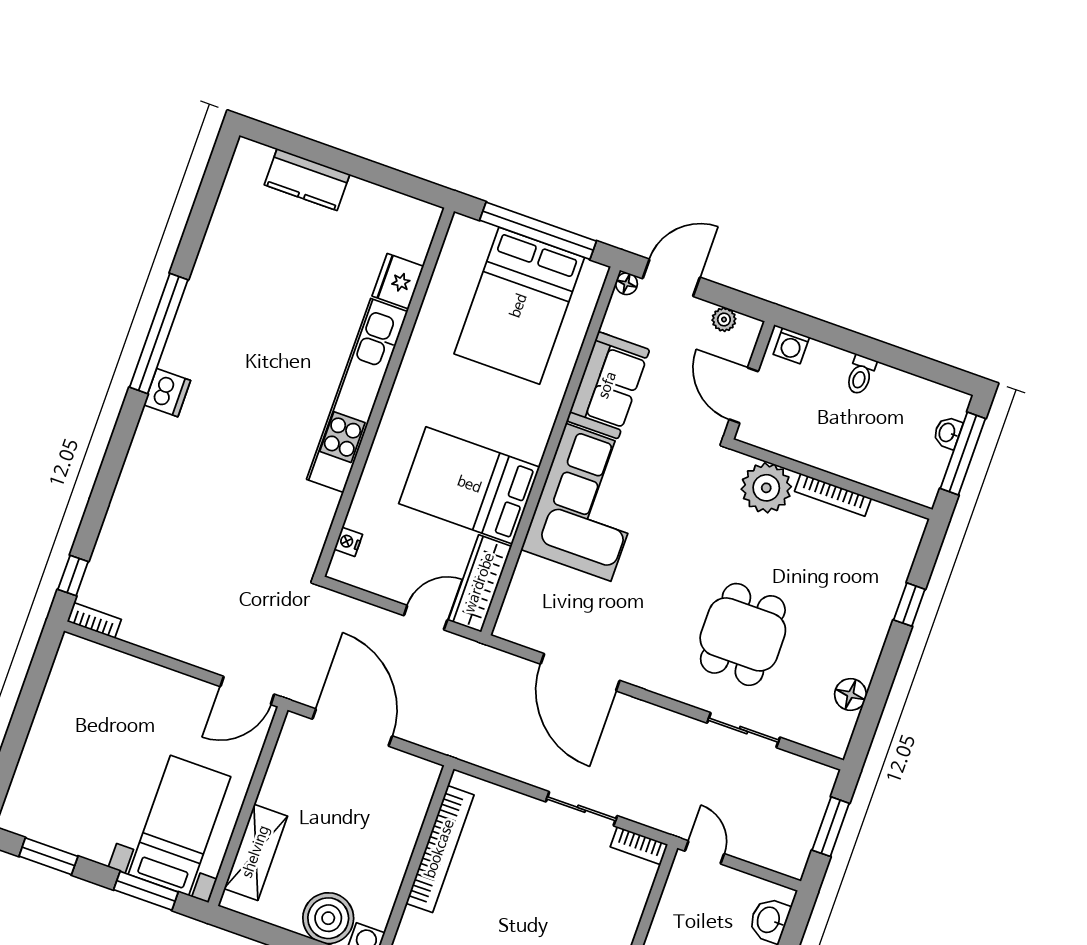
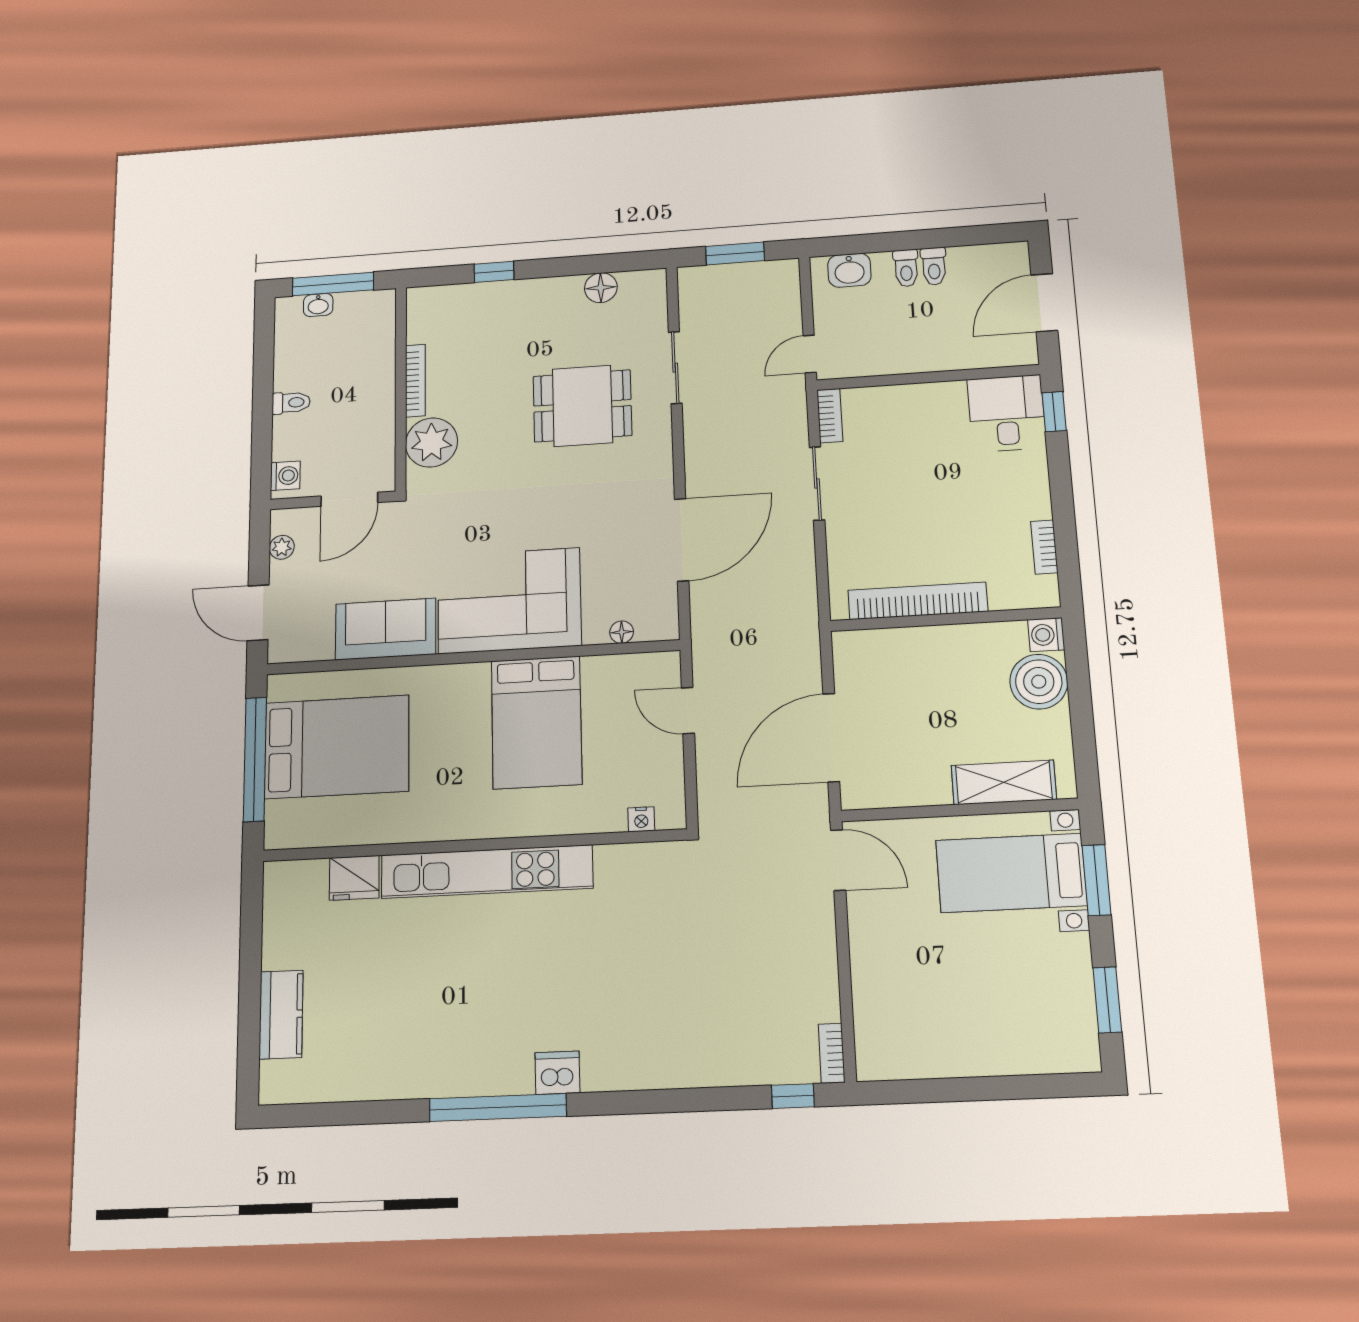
floor lamp: (626, 284) -> (622, 632), moved
wardrobe: (480, 583) -> (632, 671), removed

